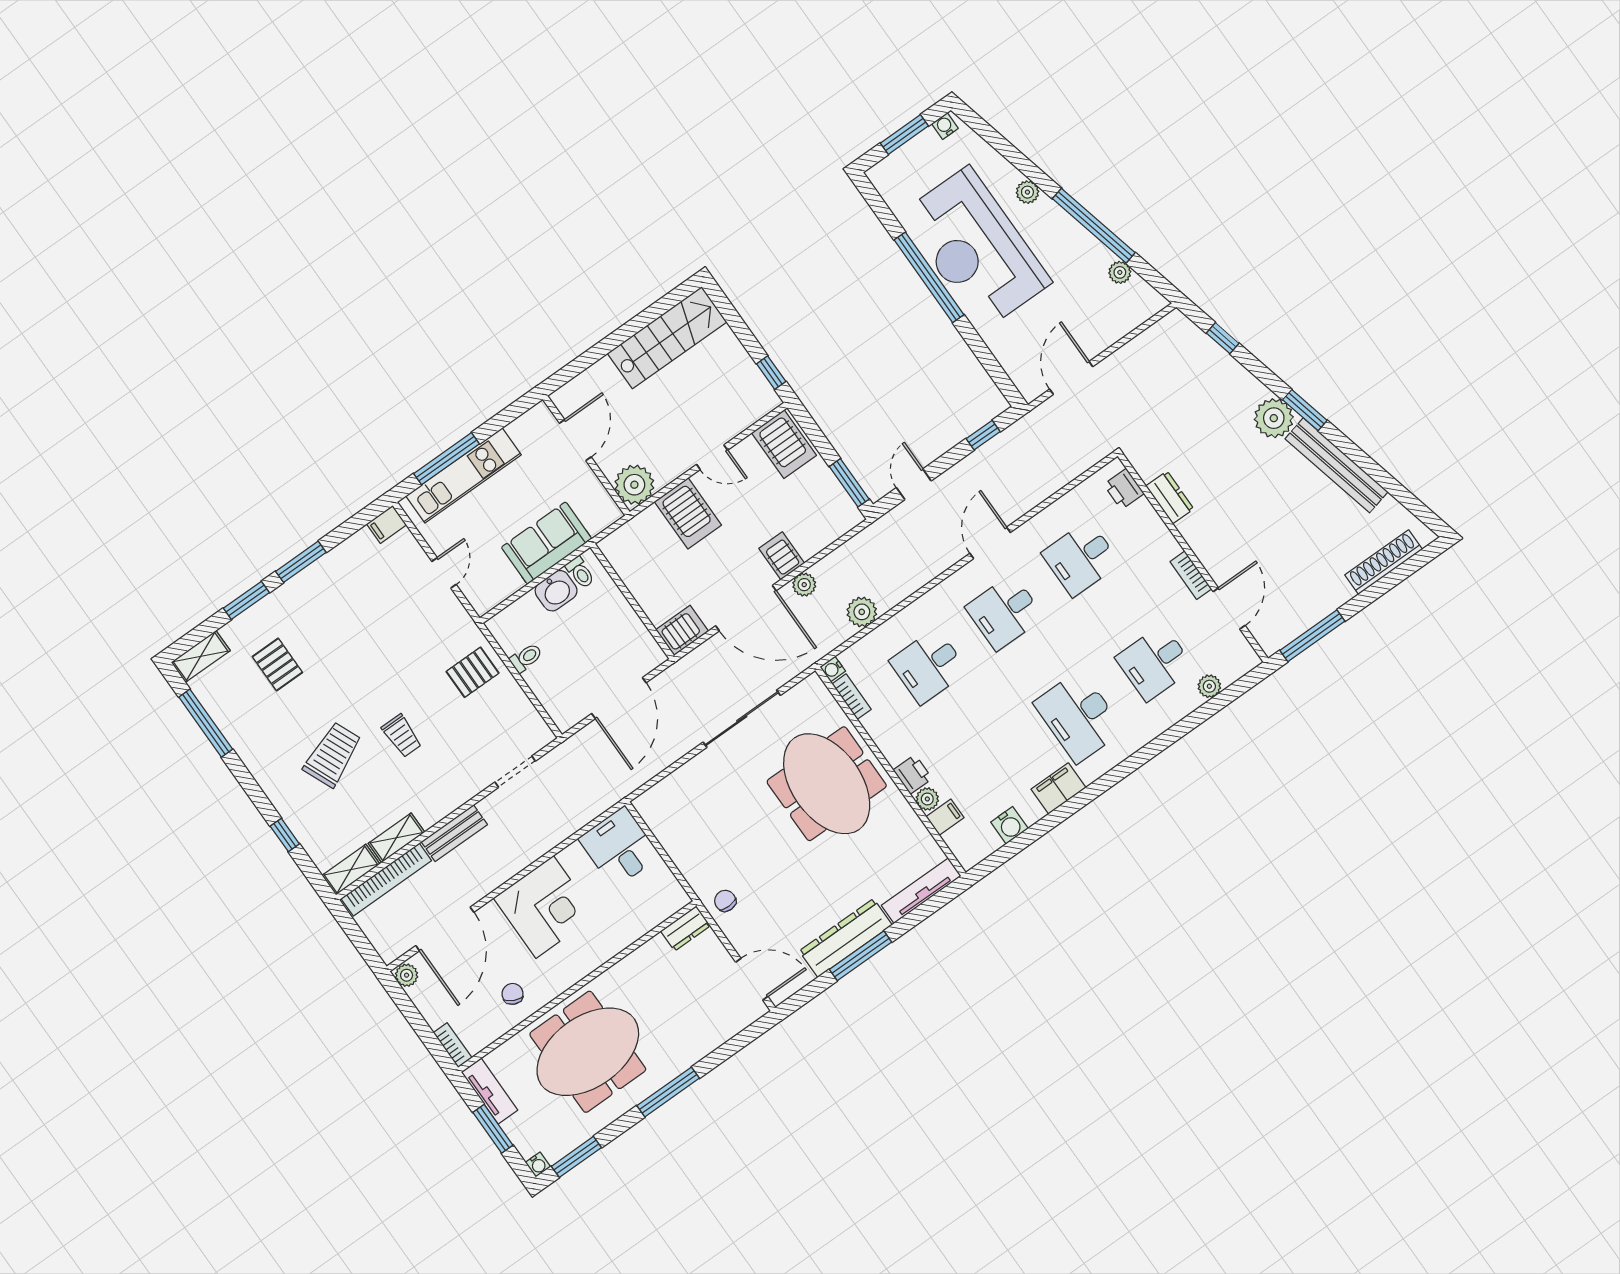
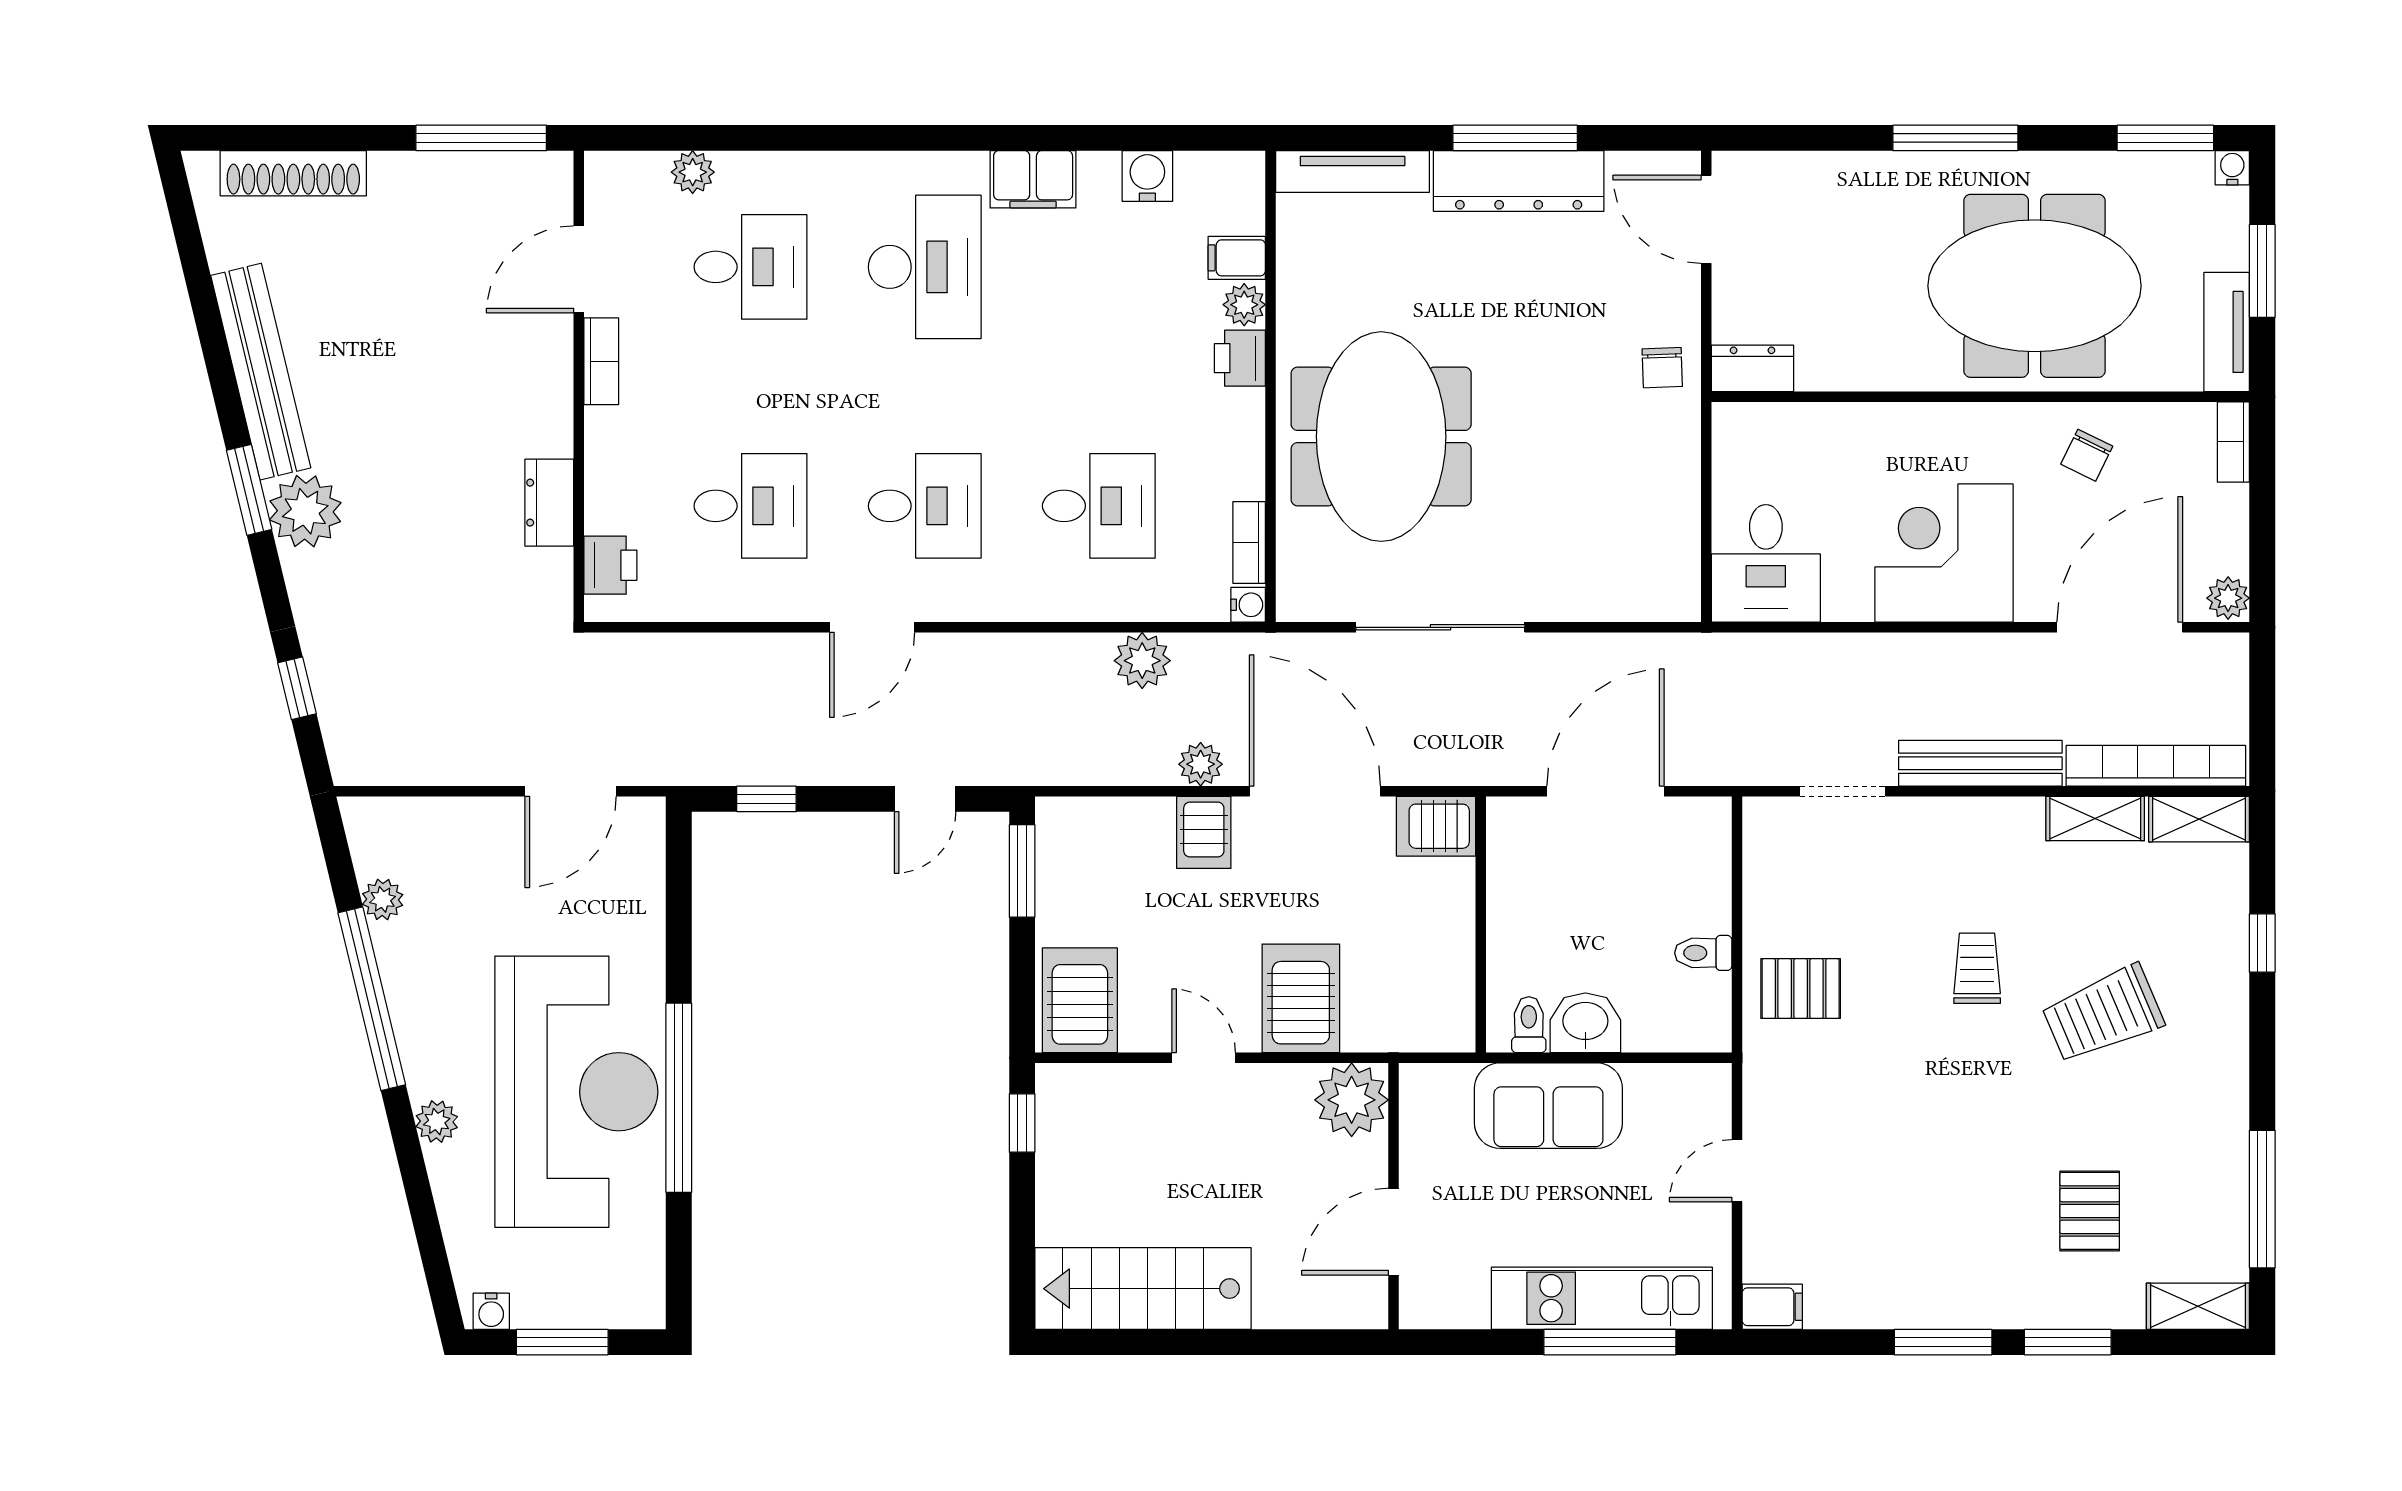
bench: (454, 833) -> (1980, 763), width x1.36

